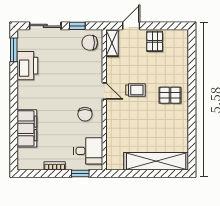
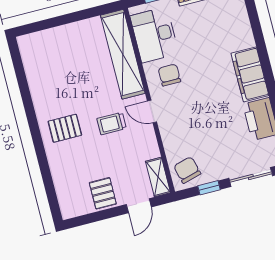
chair: (90, 43) -> (187, 170), turned -105
filing cabinet: (27, 128) -> (250, 74), moved
desk: (88, 151) -> (154, 35), width x1.37
shelving: (156, 161) -> (123, 54), moved, turned 90

